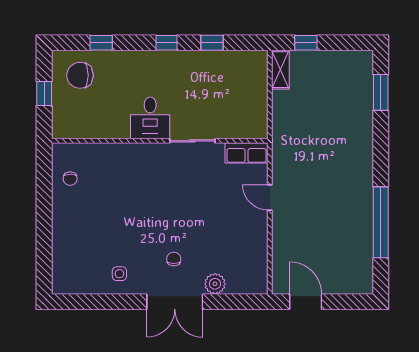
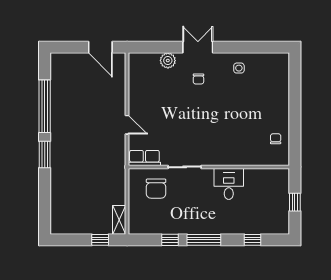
window: (167, 43) -> (204, 240), width x2.17
chair: (80, 75) -> (156, 189), moved, turned 90
window: (381, 92) -> (45, 155), moved
desk: (150, 118) -> (229, 184), moved
double door: (175, 302) -> (198, 47), width x0.73

